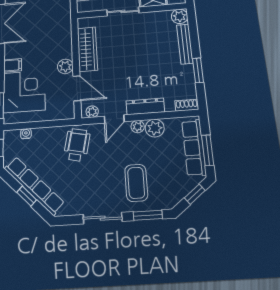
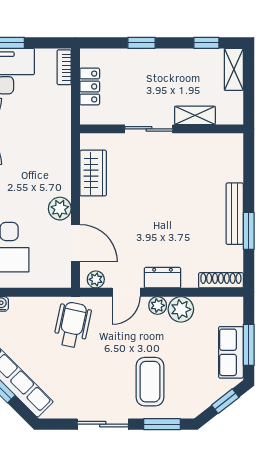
plant: (180, 16) -> (232, 145), removed
bench: (185, 44) -> (235, 214), moved
wardrobe: (87, 49) -> (93, 173), width x0.67
shoe rack: (187, 105) -> (221, 280), width x1.43
dresser: (145, 106) -> (162, 278), width x0.70
row of seats: (194, 148) -> (231, 352), width x0.68

